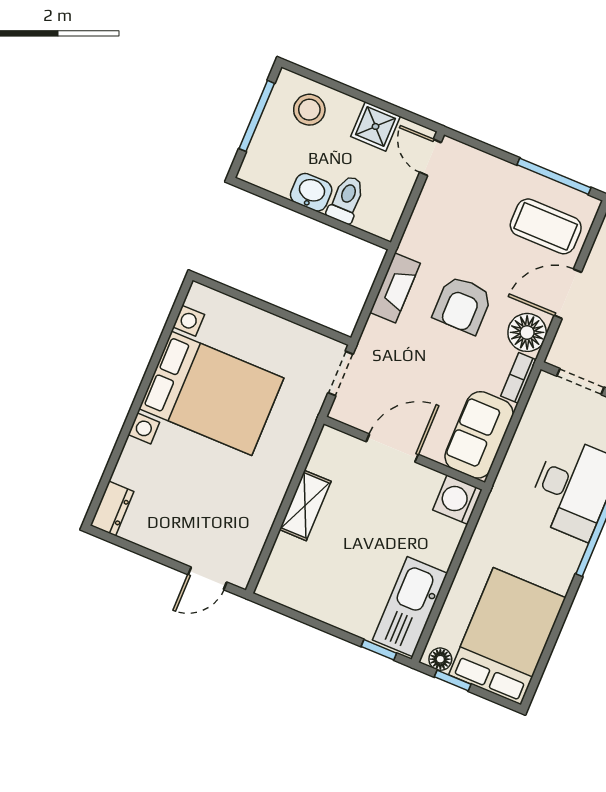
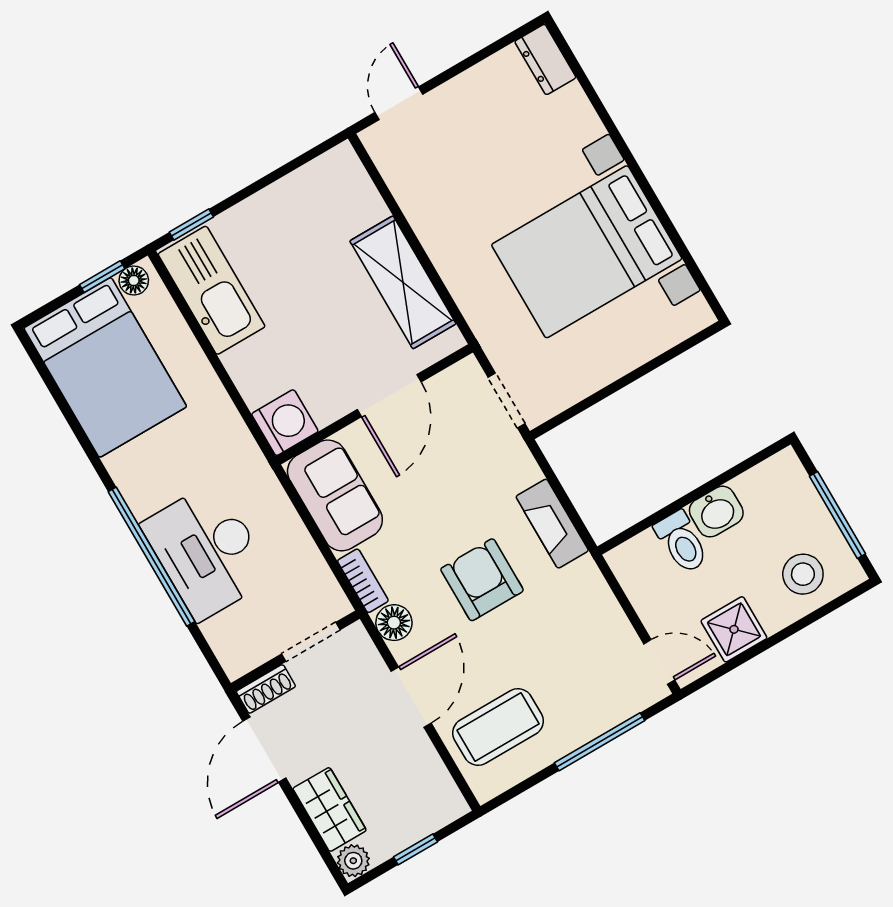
window: (554, 176) -> (600, 742), moved
floor lamp: (527, 332) -> (394, 623), width x0.73, depth x0.73
shelving: (305, 505) -> (403, 282), width x1.50, depth x1.33

